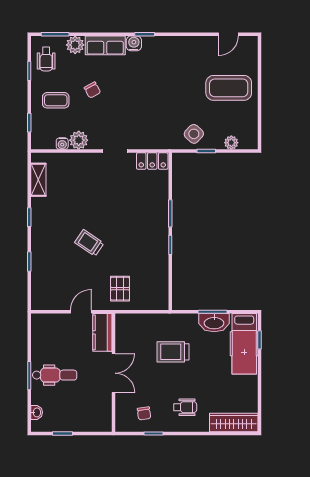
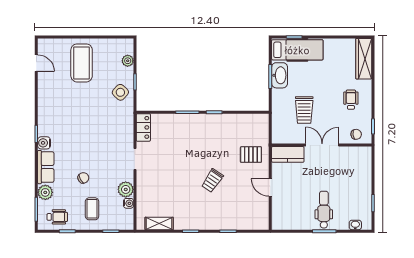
kitchen counter: (102, 332) -> (288, 154), moved
double door: (114, 373) -> (322, 145), moved
wall: (114, 373) -> (322, 145), moved

